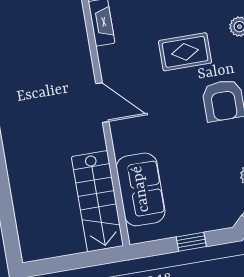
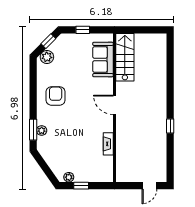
rug: (185, 52) -> (70, 123), removed

